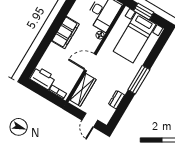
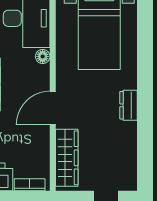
window: (139, 80) -> (145, 90), removed
dresser: (116, 100) -> (129, 105), moved

